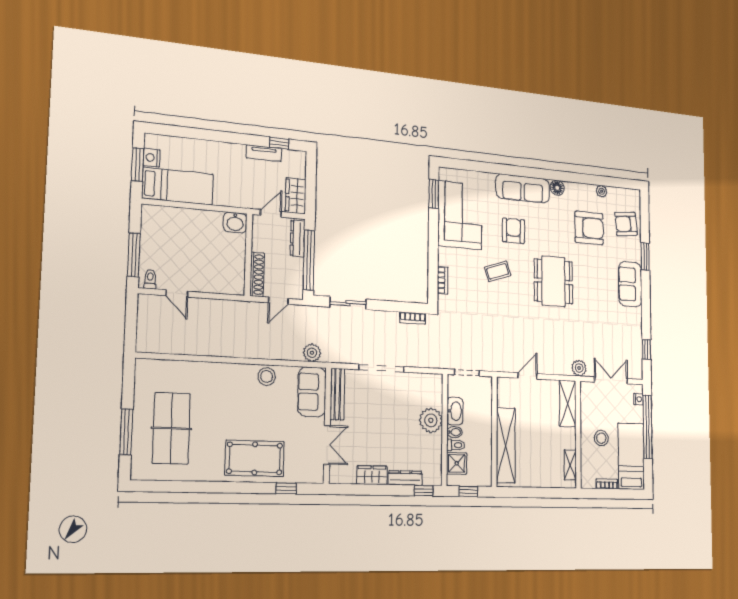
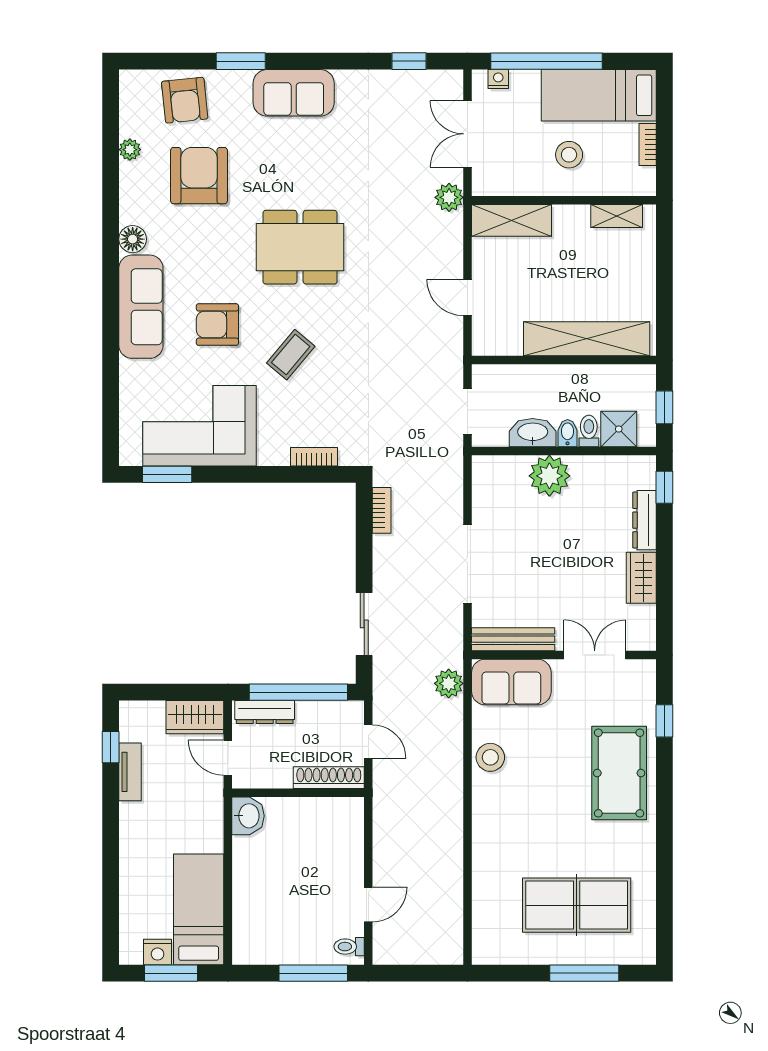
coffee table: (498, 271) -> (291, 355), turned 59

